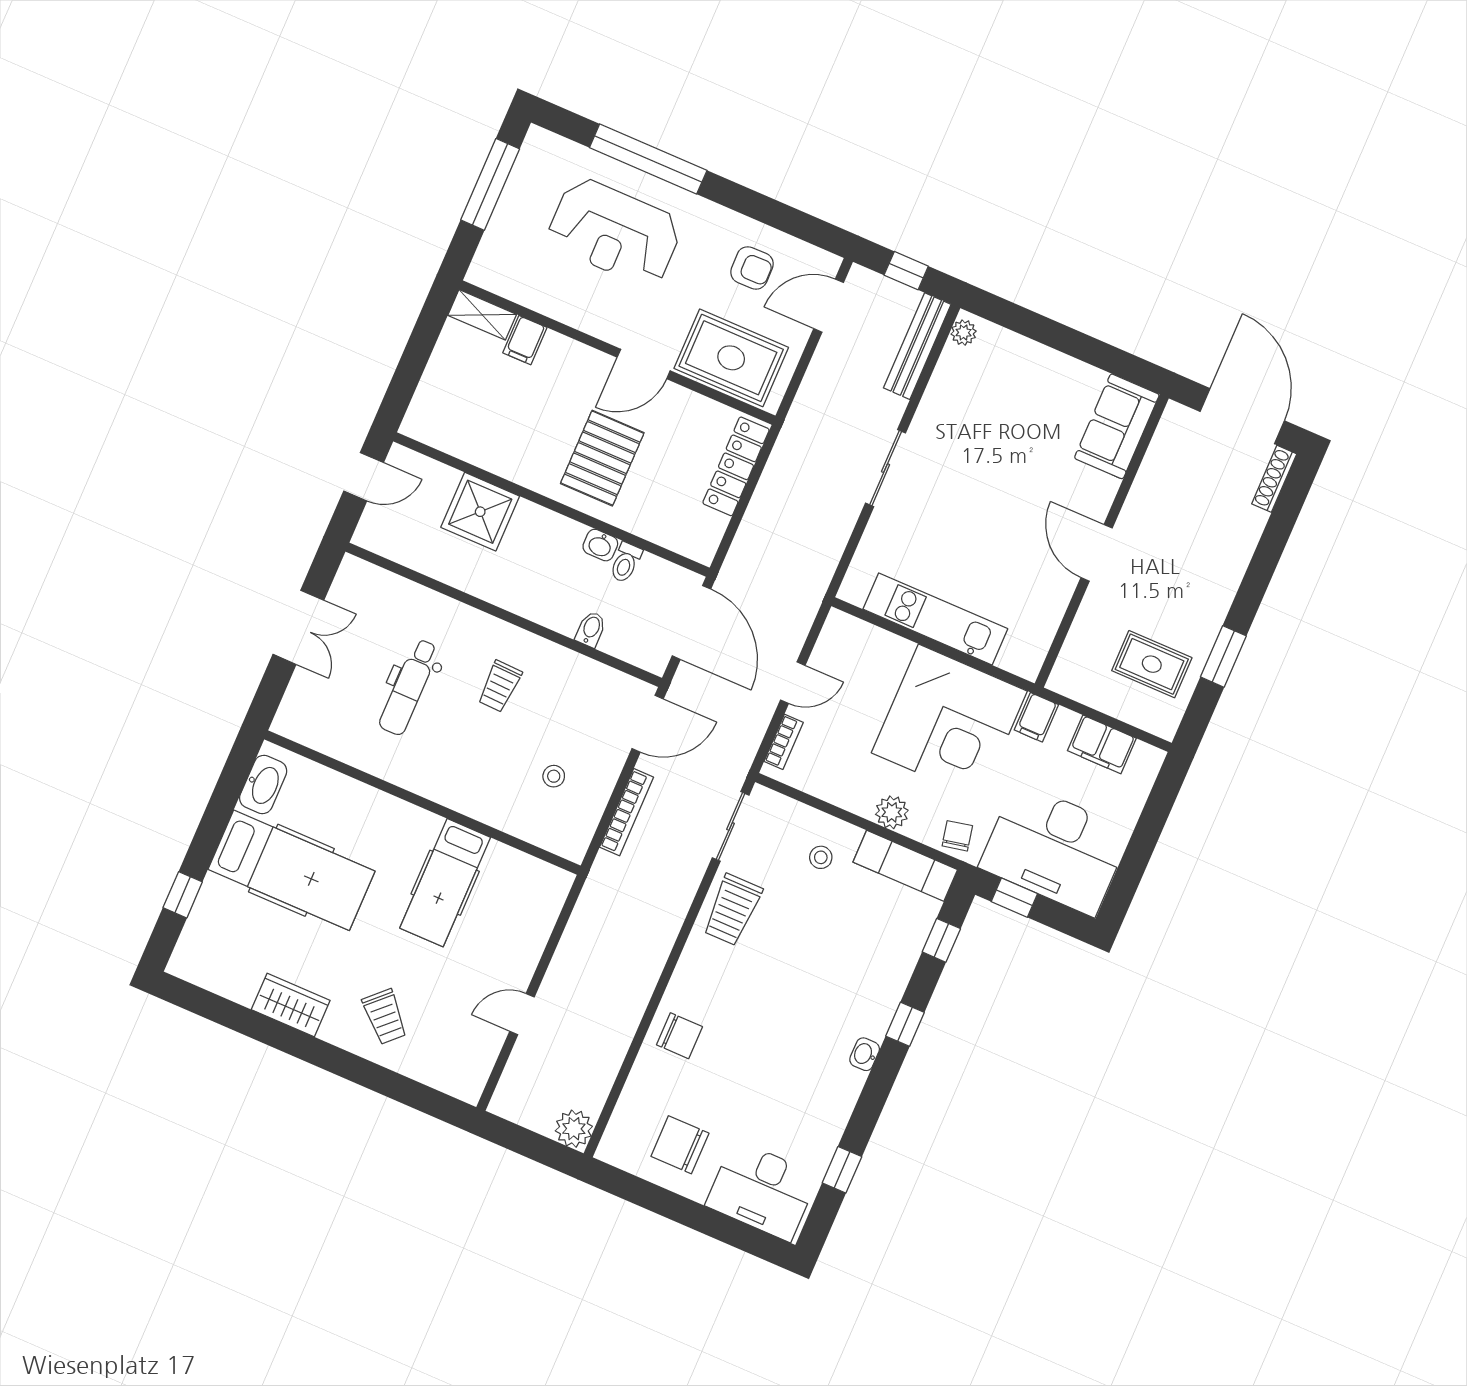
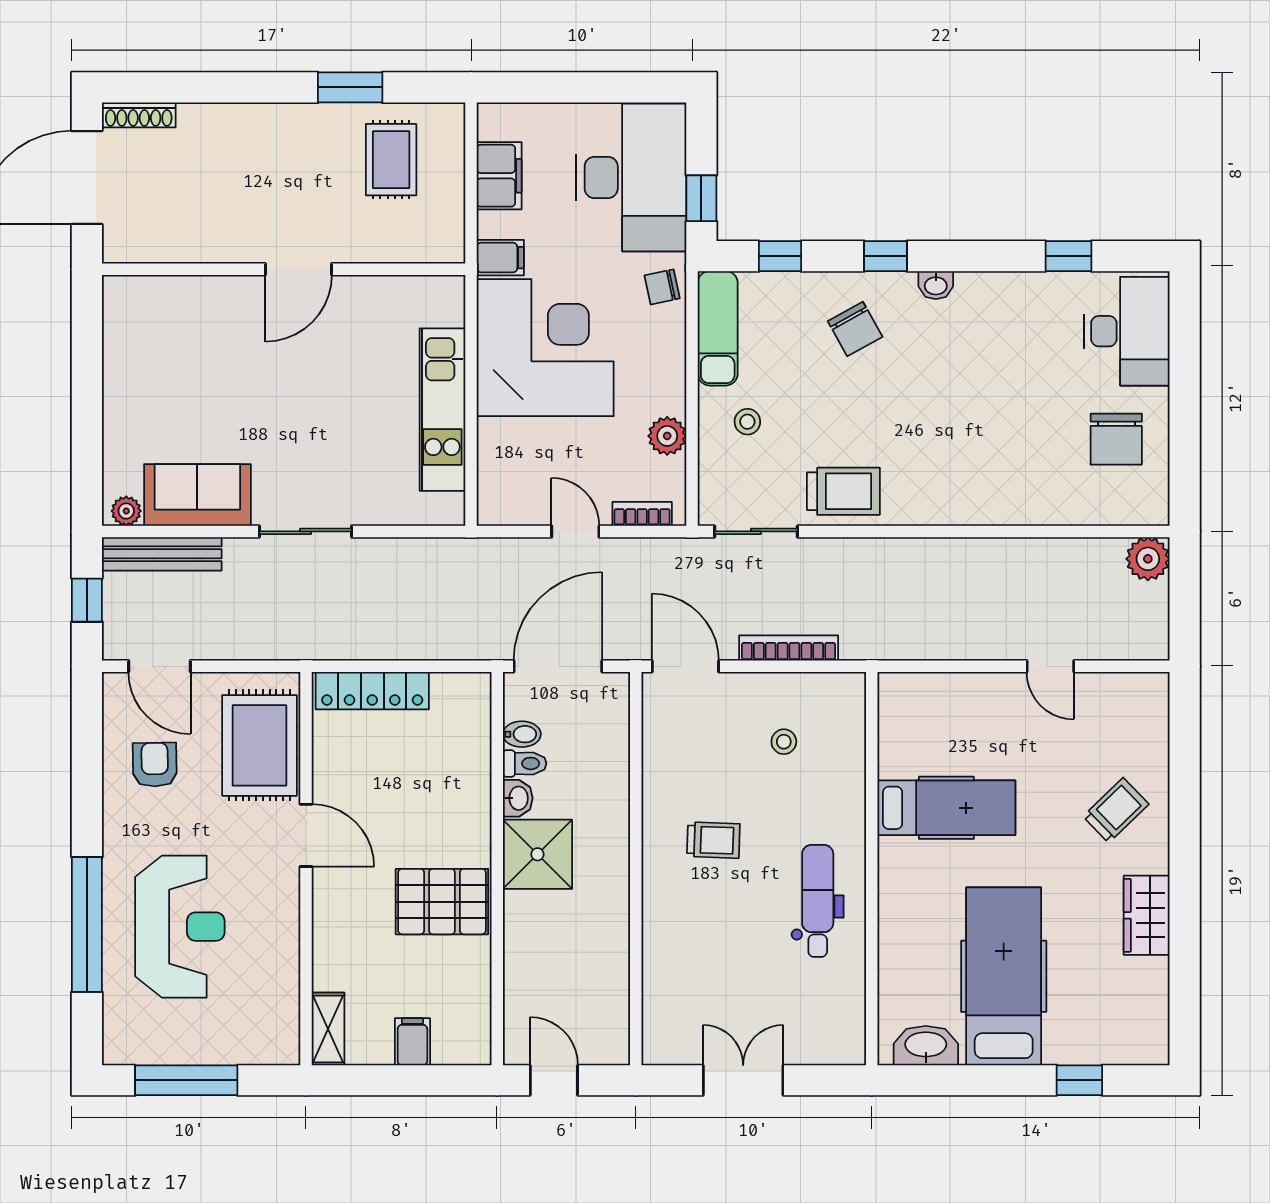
filing cabinet: (525, 340) -> (412, 1042), moved, turned -90
sofa: (1117, 426) -> (197, 495), moved, turned 180
pallet: (602, 458) -> (442, 902), moved
shower: (480, 512) -> (537, 854), moved
bidet: (591, 629) -> (522, 734), moved, turned 180
dental chair: (409, 687) -> (818, 901), moved, turned -90
plant: (892, 812) -> (667, 436), moved
chair: (679, 1036) -> (855, 329), moved, turned 151

